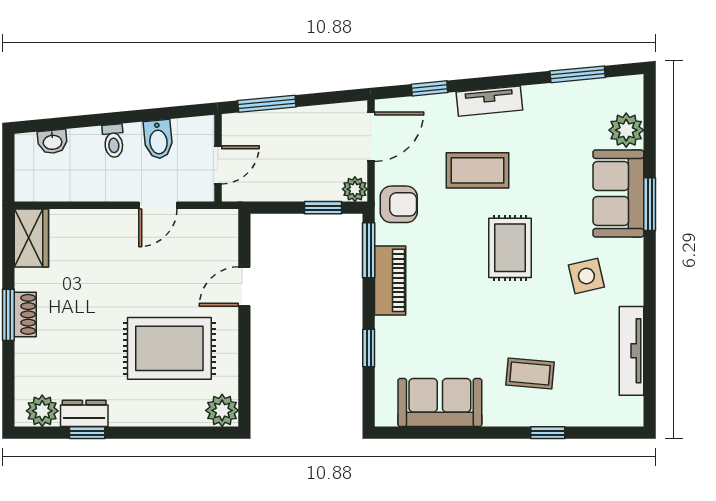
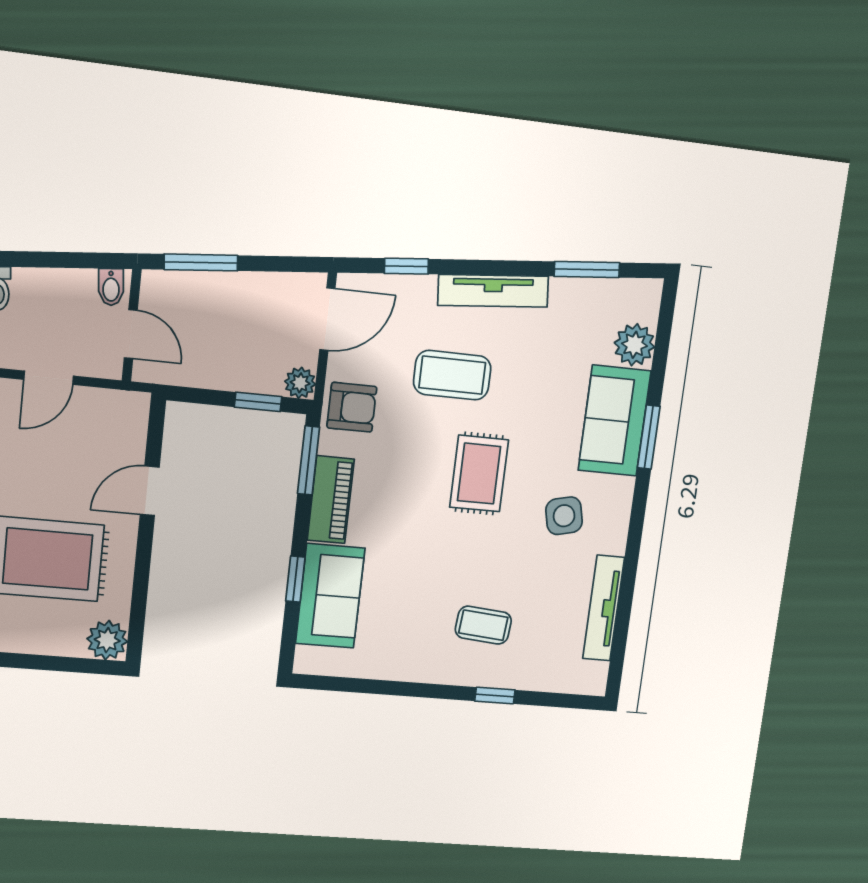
tv unit: (489, 101) -> (493, 291), width x1.41
bidet: (158, 139) -> (111, 287), moved, width x0.72, depth x0.74
door: (218, 165) -> (131, 334), hinge flipped
sofa: (440, 403) -> (330, 596), moved, turned 90

